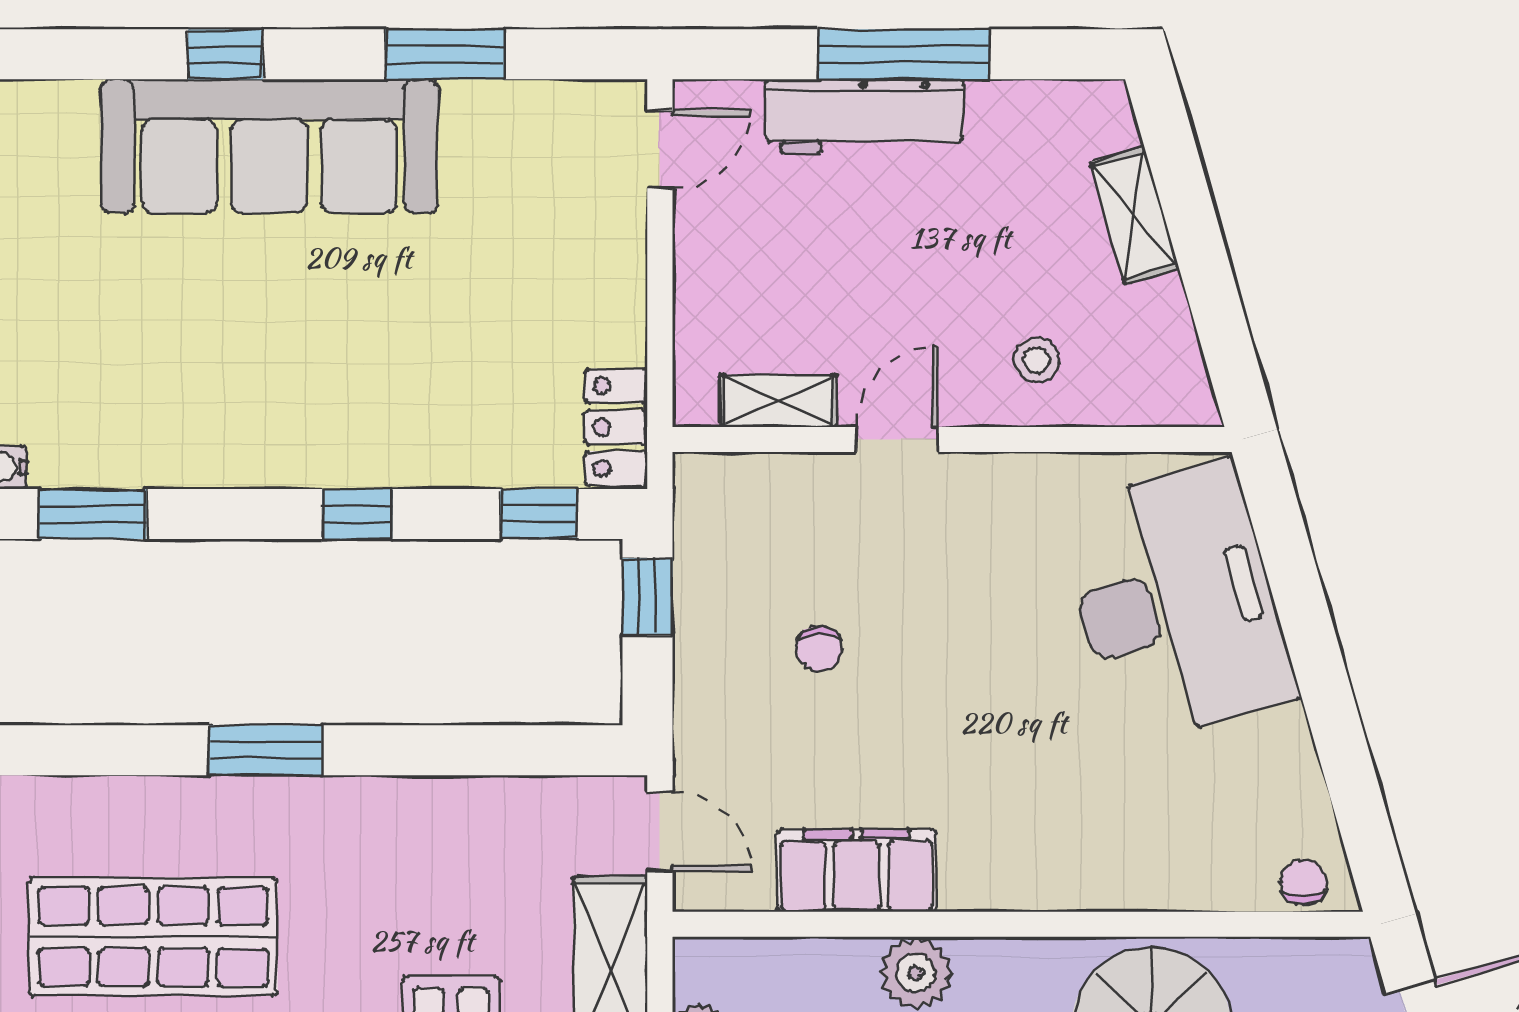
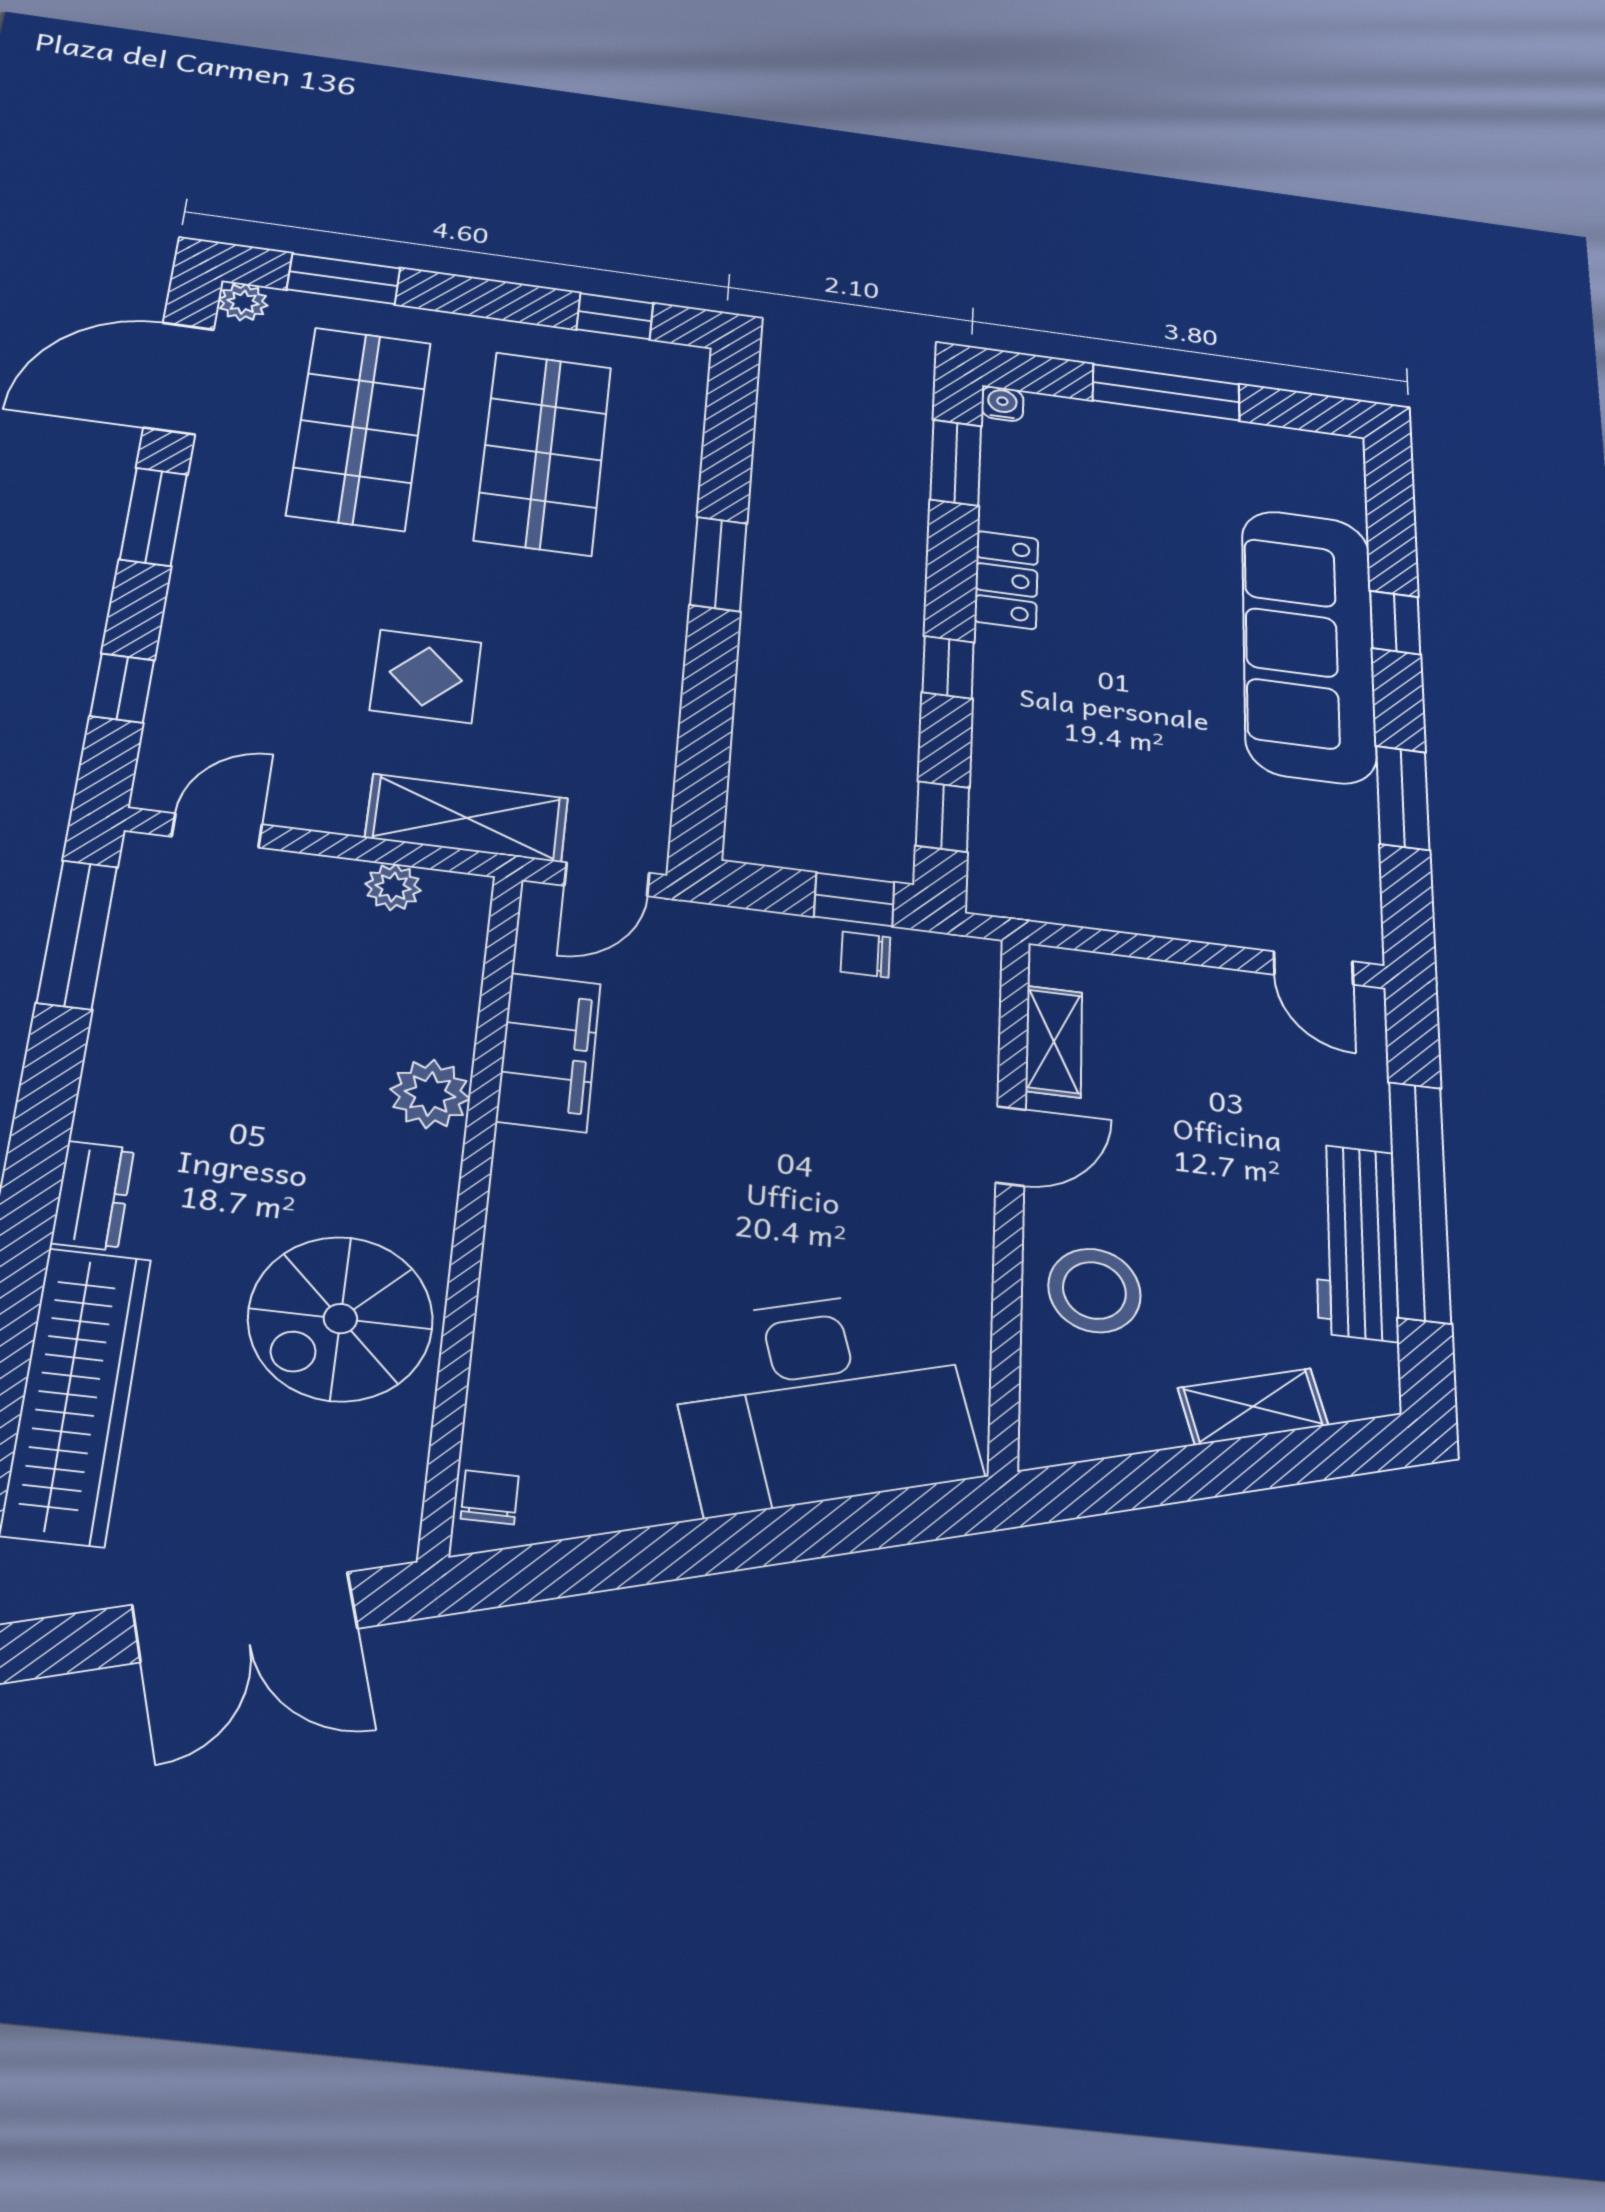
window: (903, 54) -> (1420, 1201), width x1.46
workbench: (864, 116) -> (1356, 1242), moved
stool: (1037, 360) -> (1094, 1290), width x1.89, depth x1.89
locker: (616, 427) -> (1006, 580), moved, turned 90
door: (897, 440) -> (1011, 1146), hinge flipped
chair: (819, 649) -> (866, 955), moved
chair: (1304, 882) -> (490, 1497), turned -90

